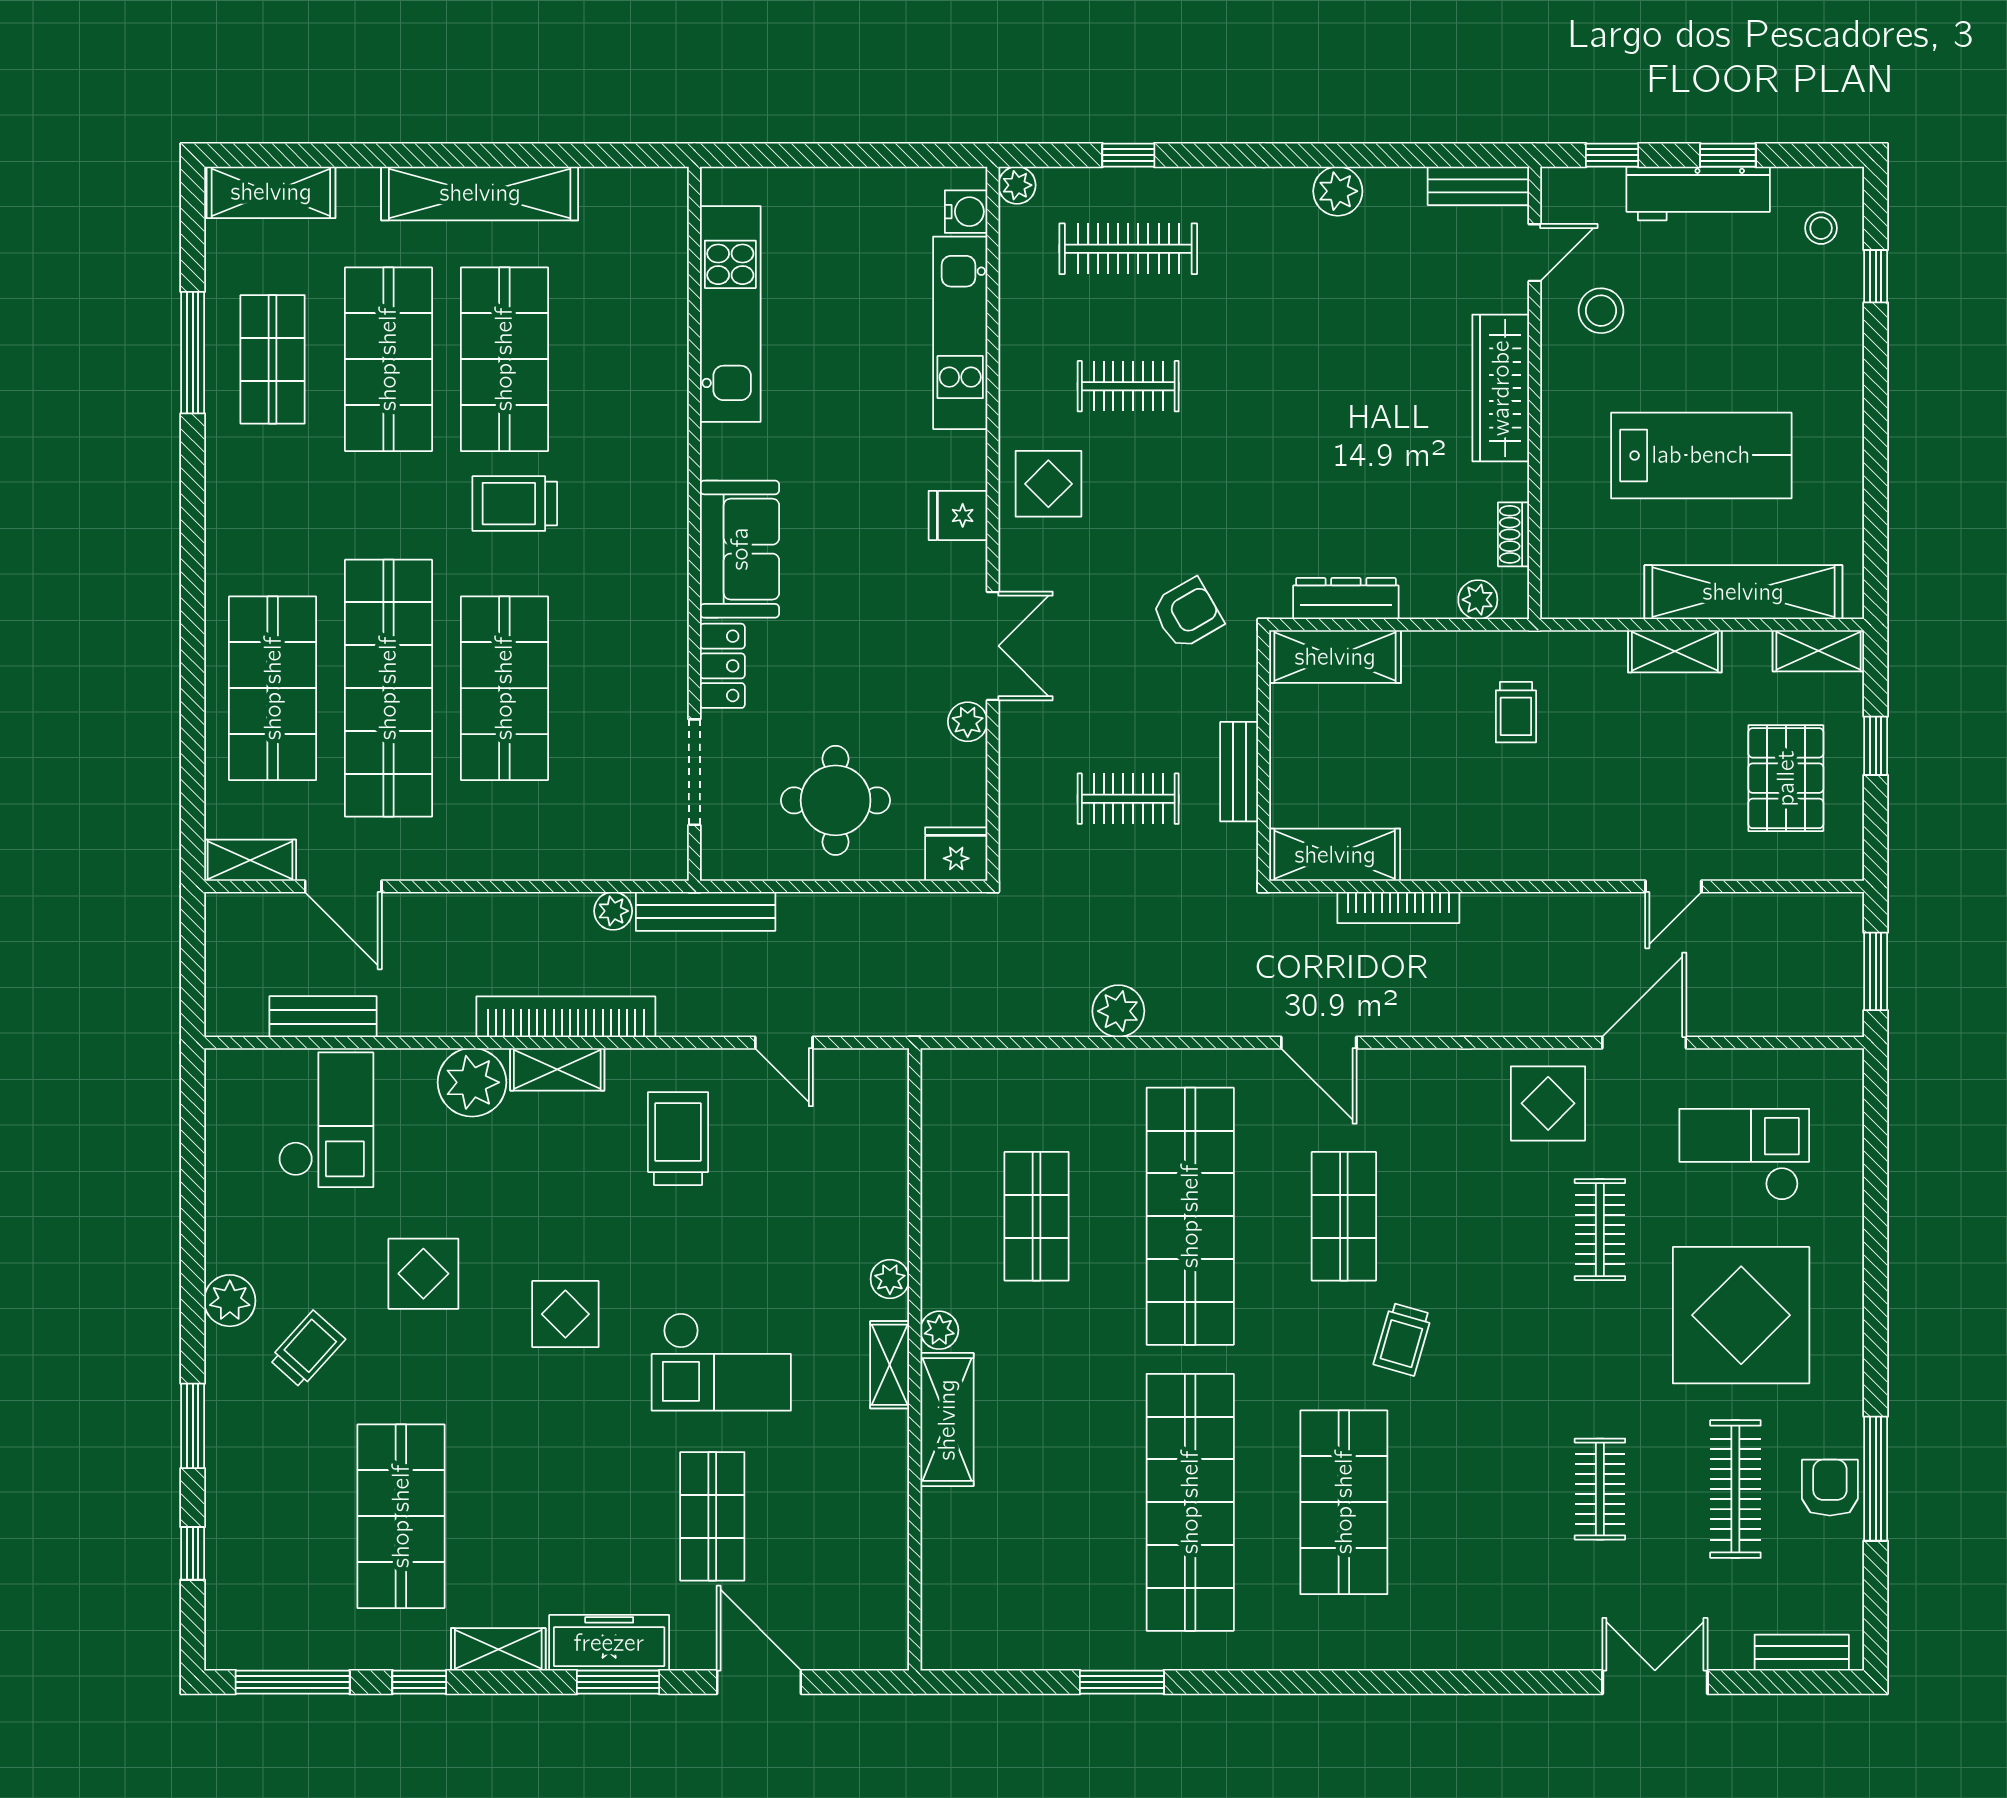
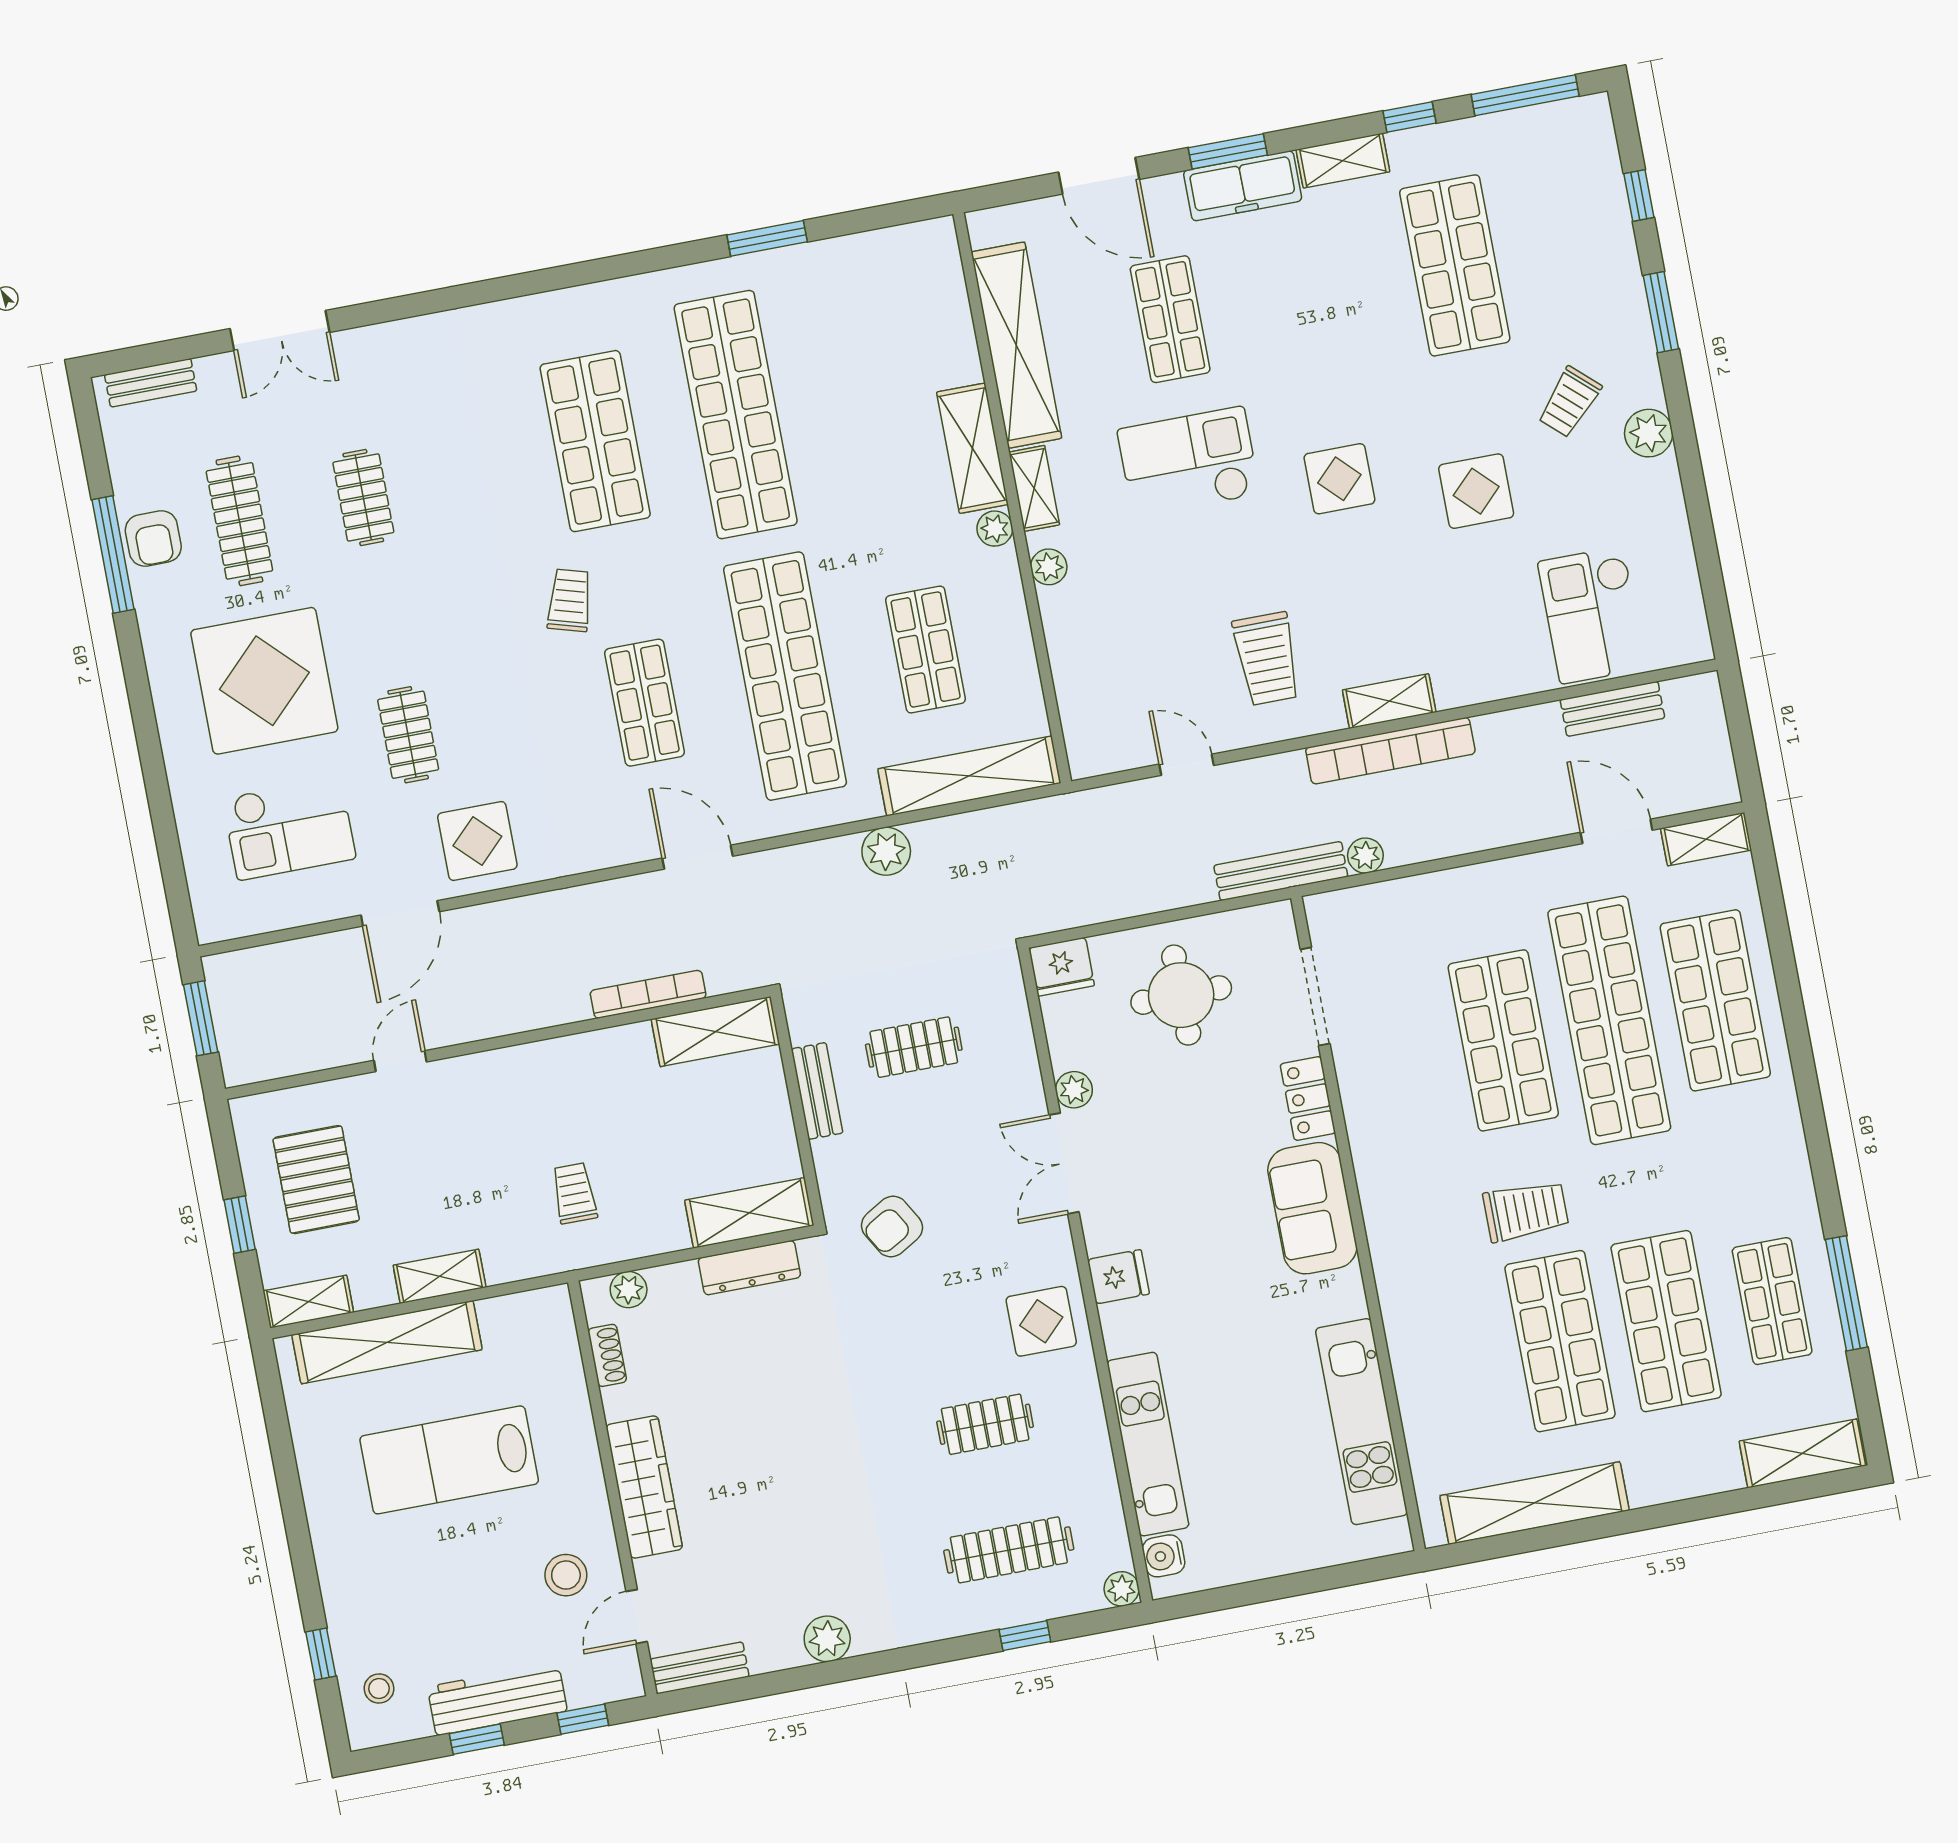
shelving: (480, 193) -> (1534, 1503), moved
shelving: (1016, 1074) -> (969, 776), added
plant: (472, 1082) -> (1465, 674), removed
shelving: (880, 1520) -> (1016, 345), added

